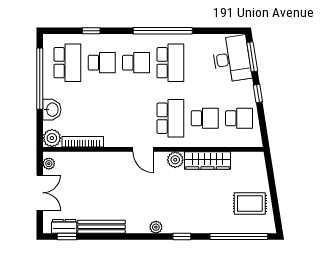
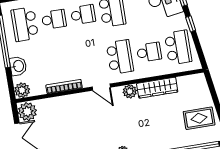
school desk: (67, 63) -> (25, 24), turned 180
school desk: (239, 118) -> (178, 47), width x1.85
bookcase: (83, 142) -> (64, 87), moved
plant: (49, 164) -> (27, 112), width x1.88, depth x1.88

